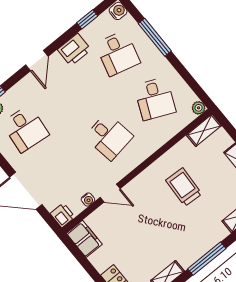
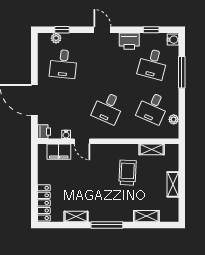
door: (37, 61) -> (102, 30), swing flipped
plant: (199, 108) -> (174, 119), moved
shelving: (204, 130) -> (152, 149), moved
desk: (109, 137) -> (108, 108), turned 33
filing cabinet: (84, 239) -> (59, 152), moved, turned 90

